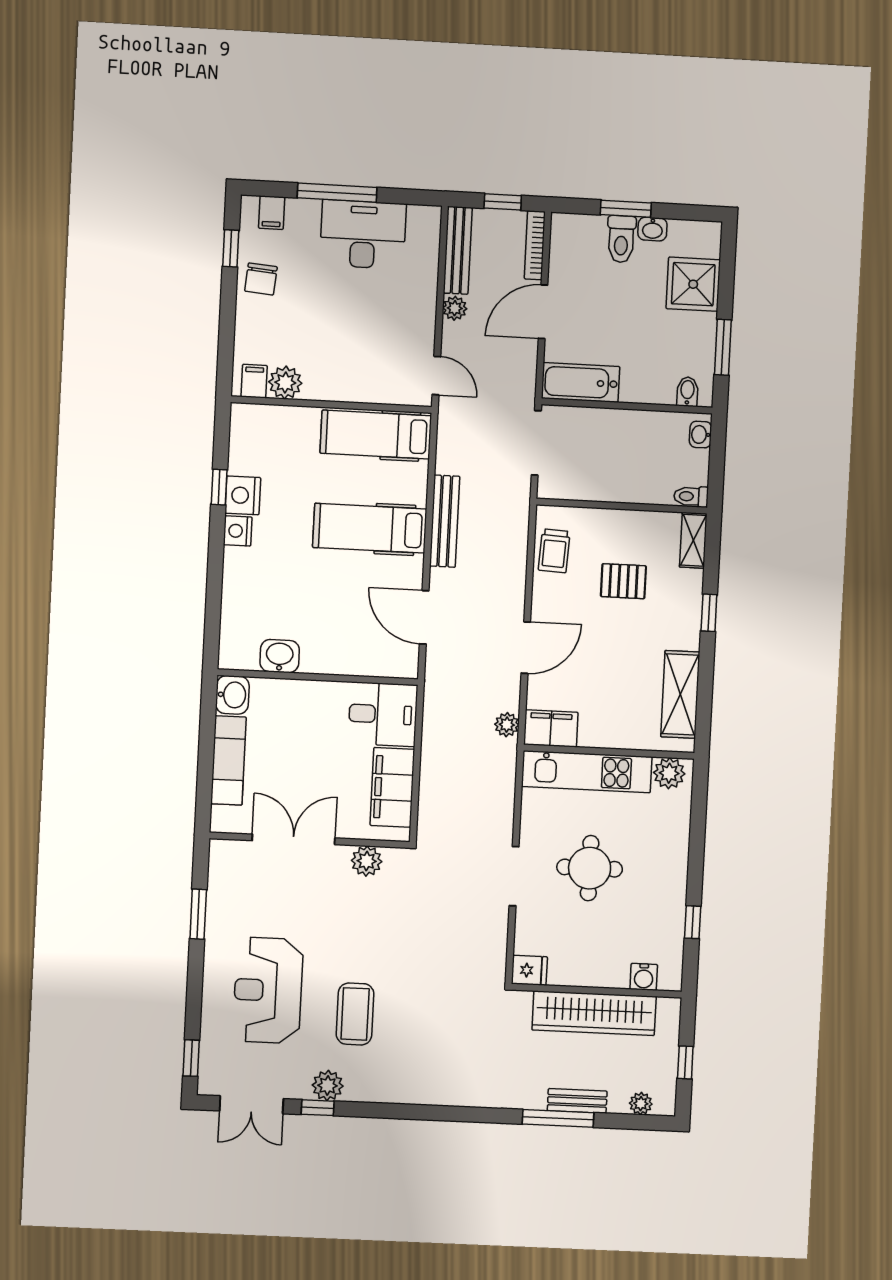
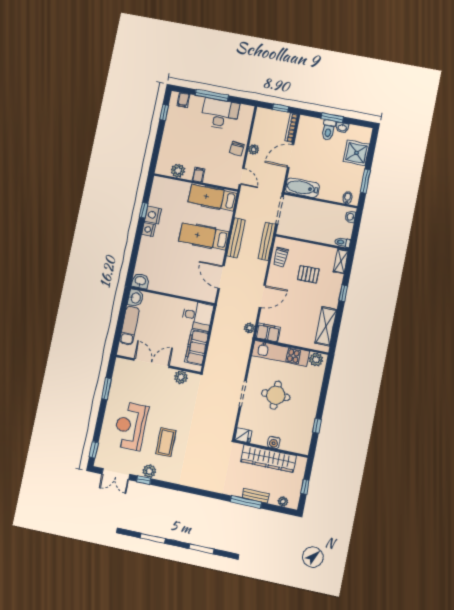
bench: (458, 250) -> (267, 241), moved
chair: (261, 279) -> (237, 149), moved
filing cabinet: (254, 381) -> (198, 175), moved
washbasin: (280, 656) -> (140, 281), moved
water cooler: (644, 977) -> (274, 442), moved

